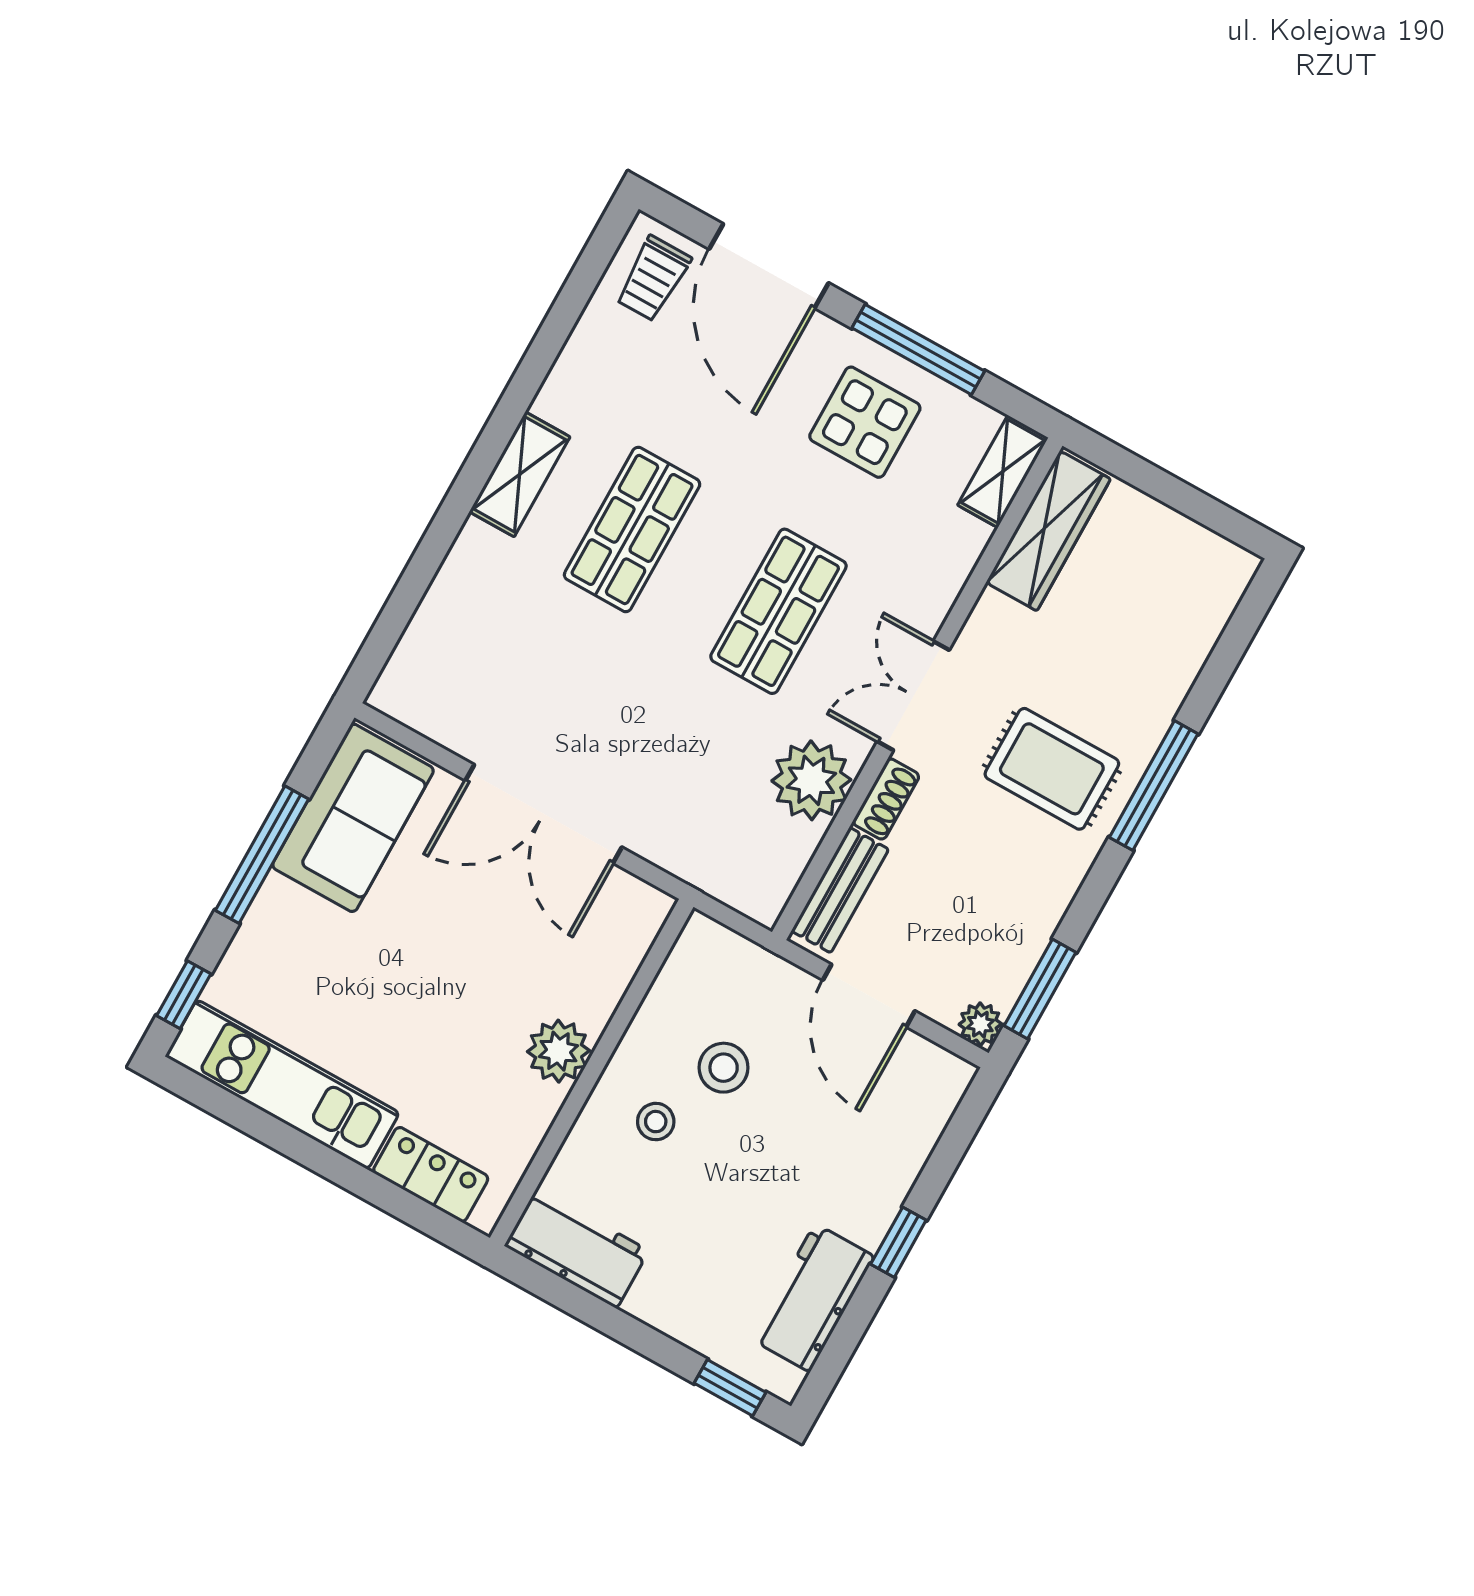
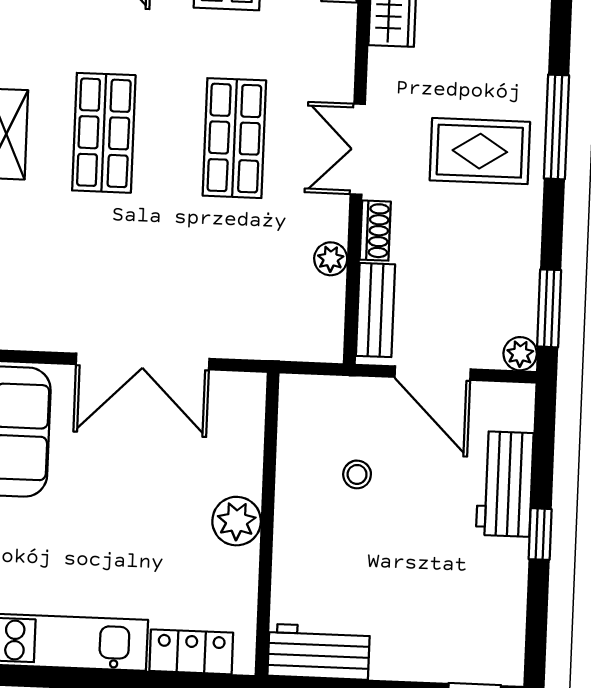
plant: (811, 780) -> (331, 259), width x0.53, depth x0.53
stool: (724, 1068) -> (357, 474), width x0.73, depth x0.73
stool: (656, 1122) -> (329, 536), removed
workbench: (813, 1298) -> (505, 484), moved

